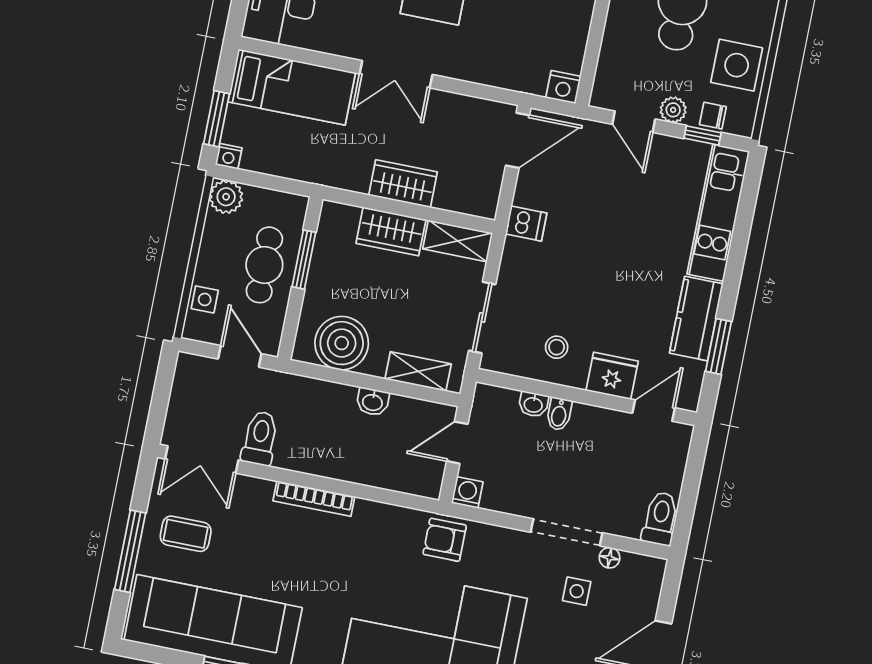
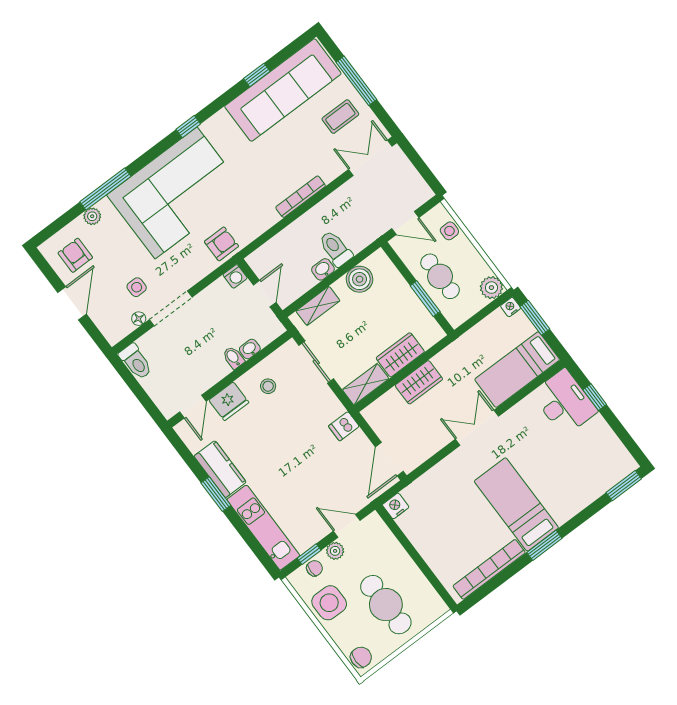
boiler: (342, 343) -> (360, 279), width x0.73, depth x0.73
window: (718, 346) -> (216, 494), moved
toilet: (260, 438) -> (336, 248), moved, turned 180

